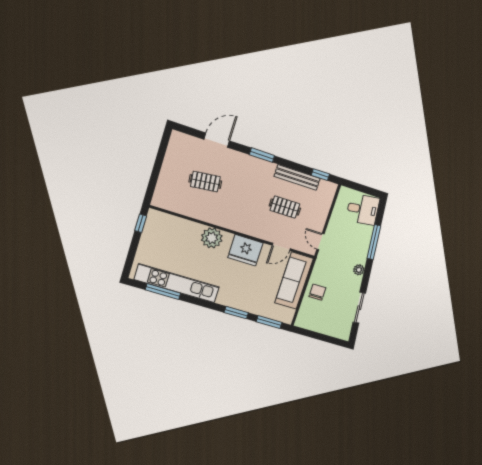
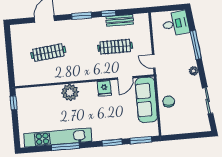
window: (320, 175) -> (108, 13), moved
bench: (297, 177) -> (120, 20), width x0.73
clothes rail: (205, 182) -> (48, 53), width x1.36
clothes rail: (285, 207) -> (115, 47), width x1.36
fridge: (245, 250) -> (104, 88), width x0.53, depth x0.75
window: (163, 292) -> (65, 147), moved

